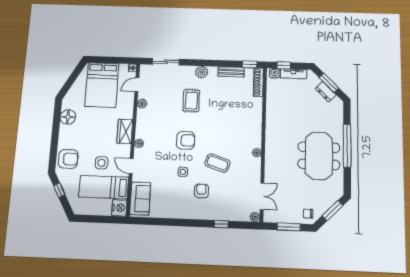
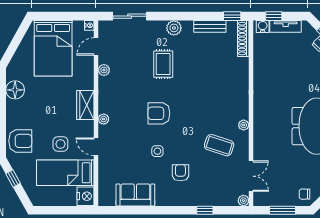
armchair: (186, 140) -> (159, 113), turned 180
coffee table: (217, 163) -> (219, 145), moved
sofa: (140, 199) -> (135, 195), moved, turned -90

